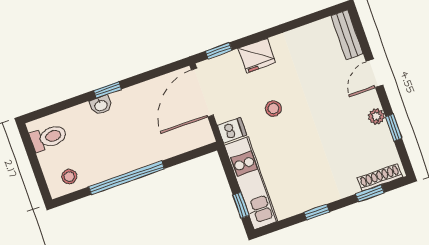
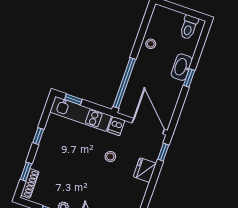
washbasin: (101, 105) -> (182, 67), width x1.91, depth x1.45
stool: (69, 177) -> (151, 44), moved
window: (126, 178) -> (124, 83), moved

